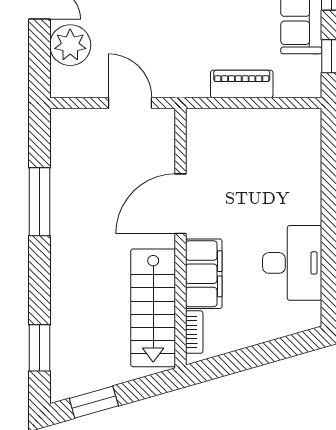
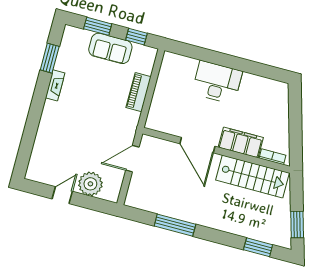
desk: (292, 263) -> (217, 82), moved

